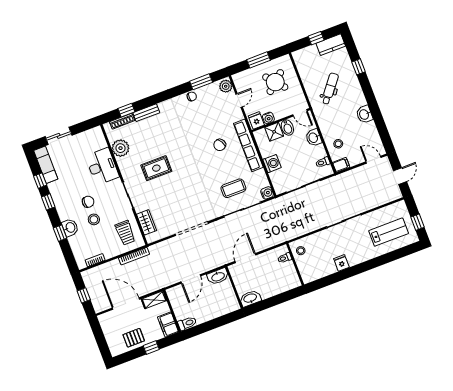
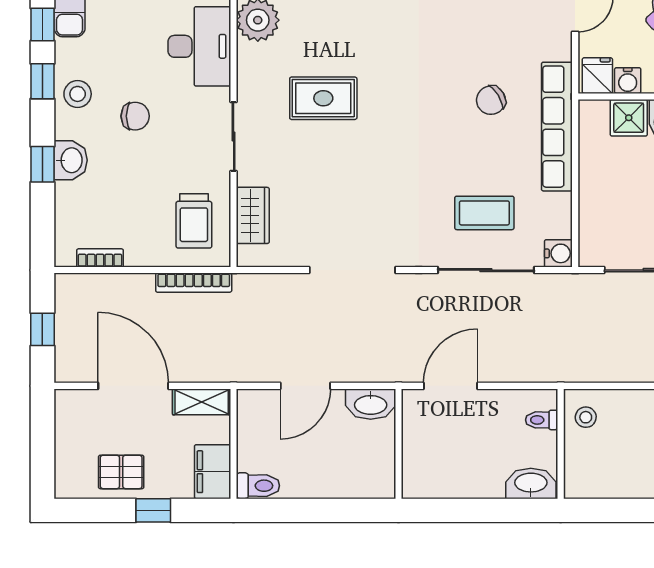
washing machine: (272, 164) -> (596, 190), removed
stool: (94, 219) -> (78, 94), moved
washbasin: (250, 298) -> (531, 483), moved

